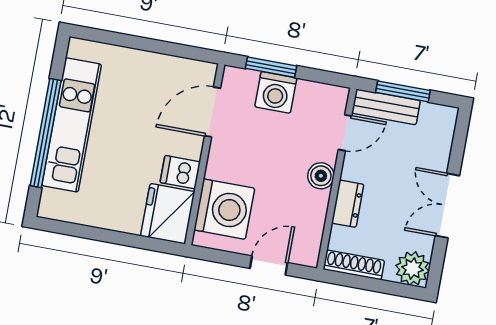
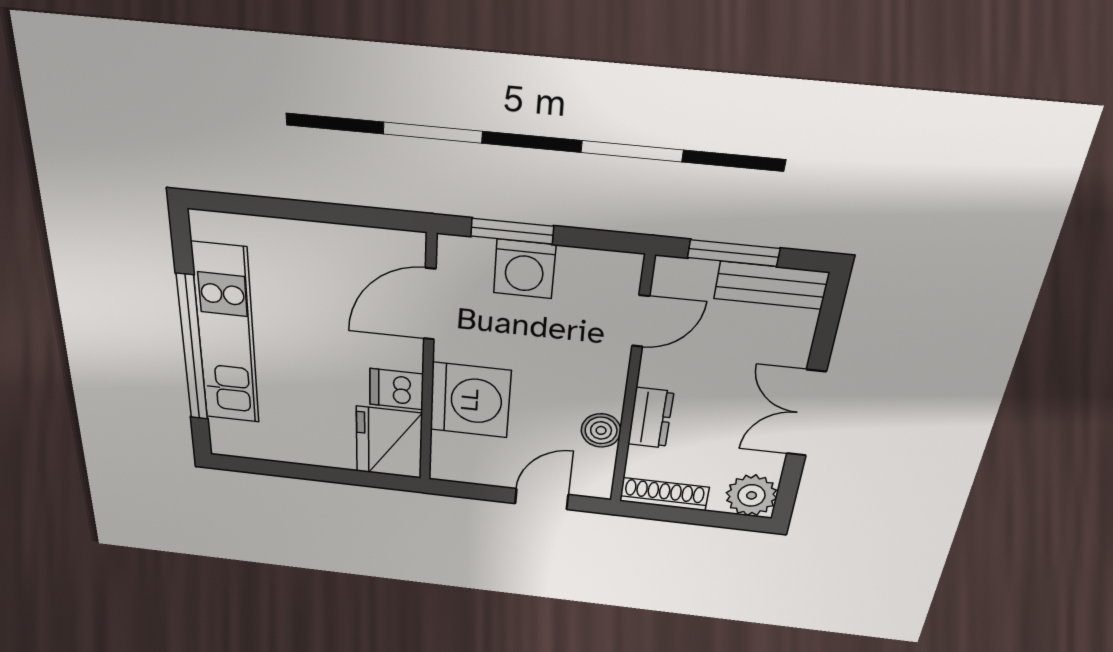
bench: (386, 107) -> (771, 285), moved
boiler: (321, 176) -> (601, 430), moved
washing machine: (224, 209) -> (470, 400), moved

